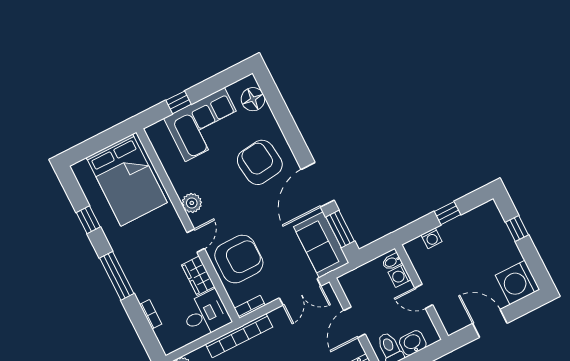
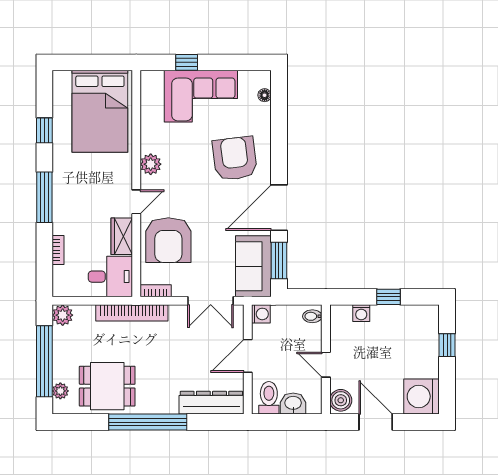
floor lamp: (253, 99) -> (265, 95), width x0.53, depth x0.53
armchair: (239, 259) -> (168, 240), turned 90
washing machine: (400, 276) -> (261, 314), moved, turned 180
boiler: (451, 320) -> (341, 400), added

